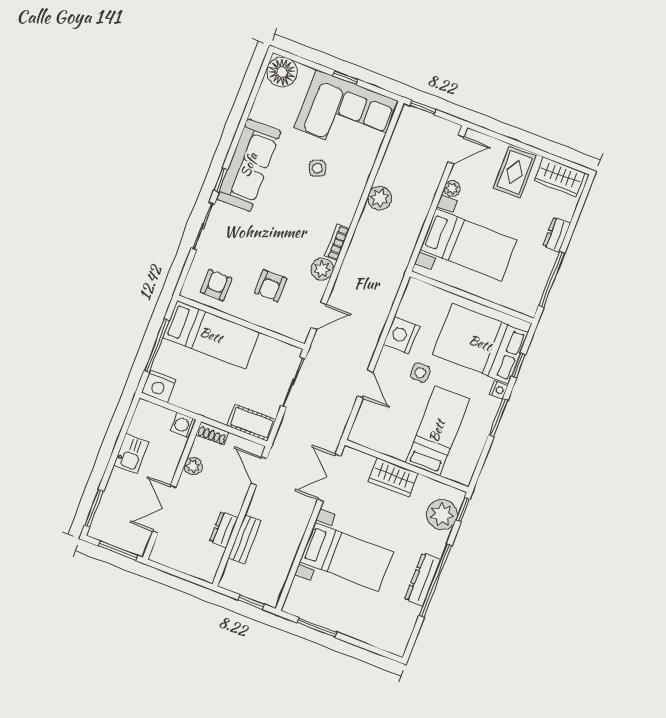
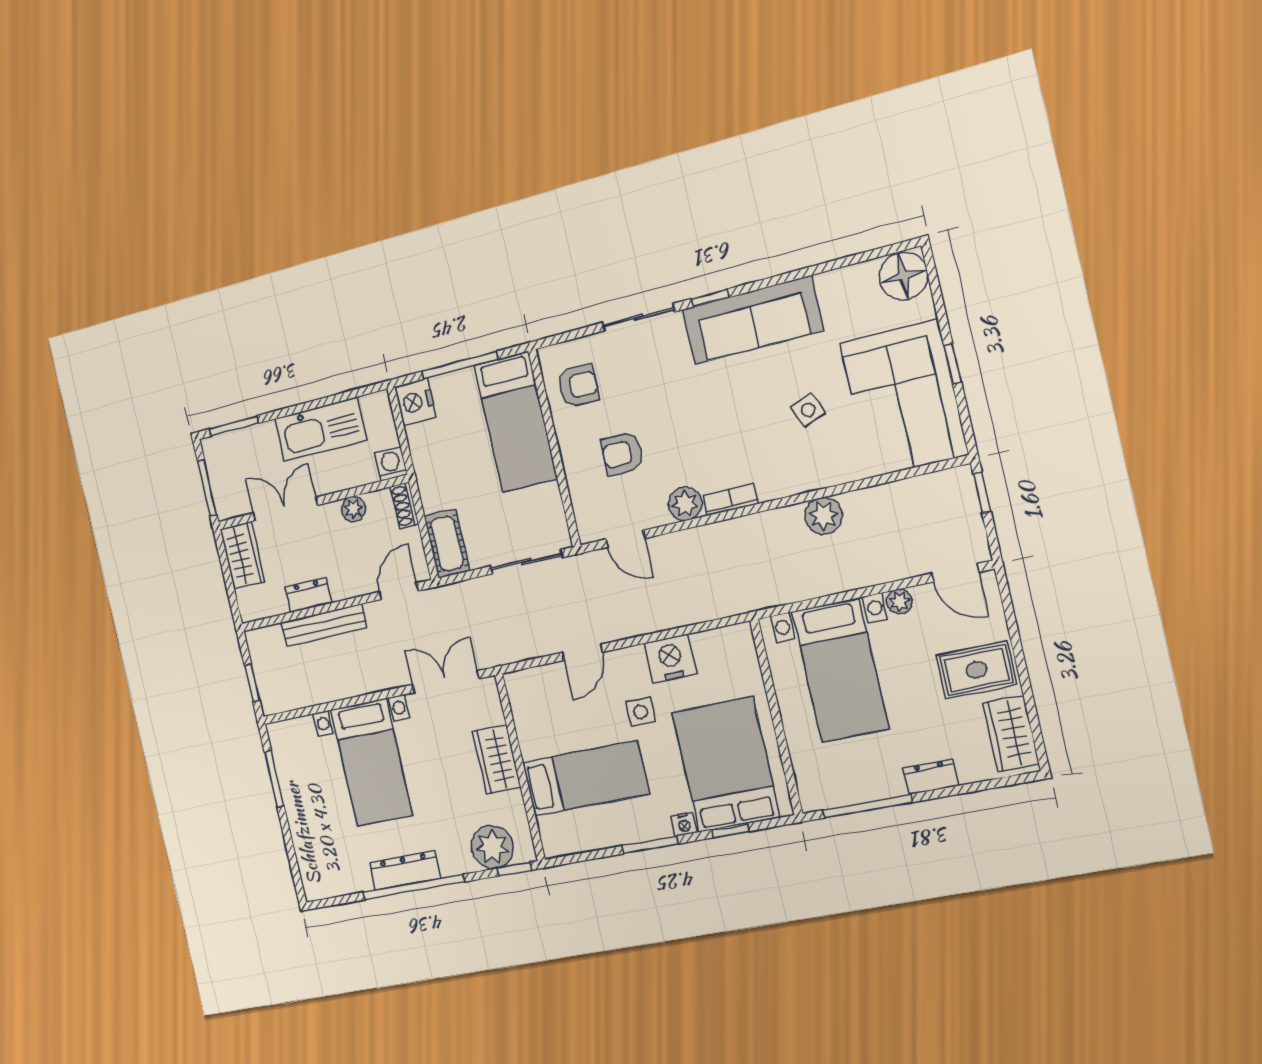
kitchen sink: (131, 454) -> (320, 429), width x1.87, depth x1.24
bench: (245, 539) -> (324, 625), width x1.36
wardrobe: (173, 555) -> (243, 555), added

